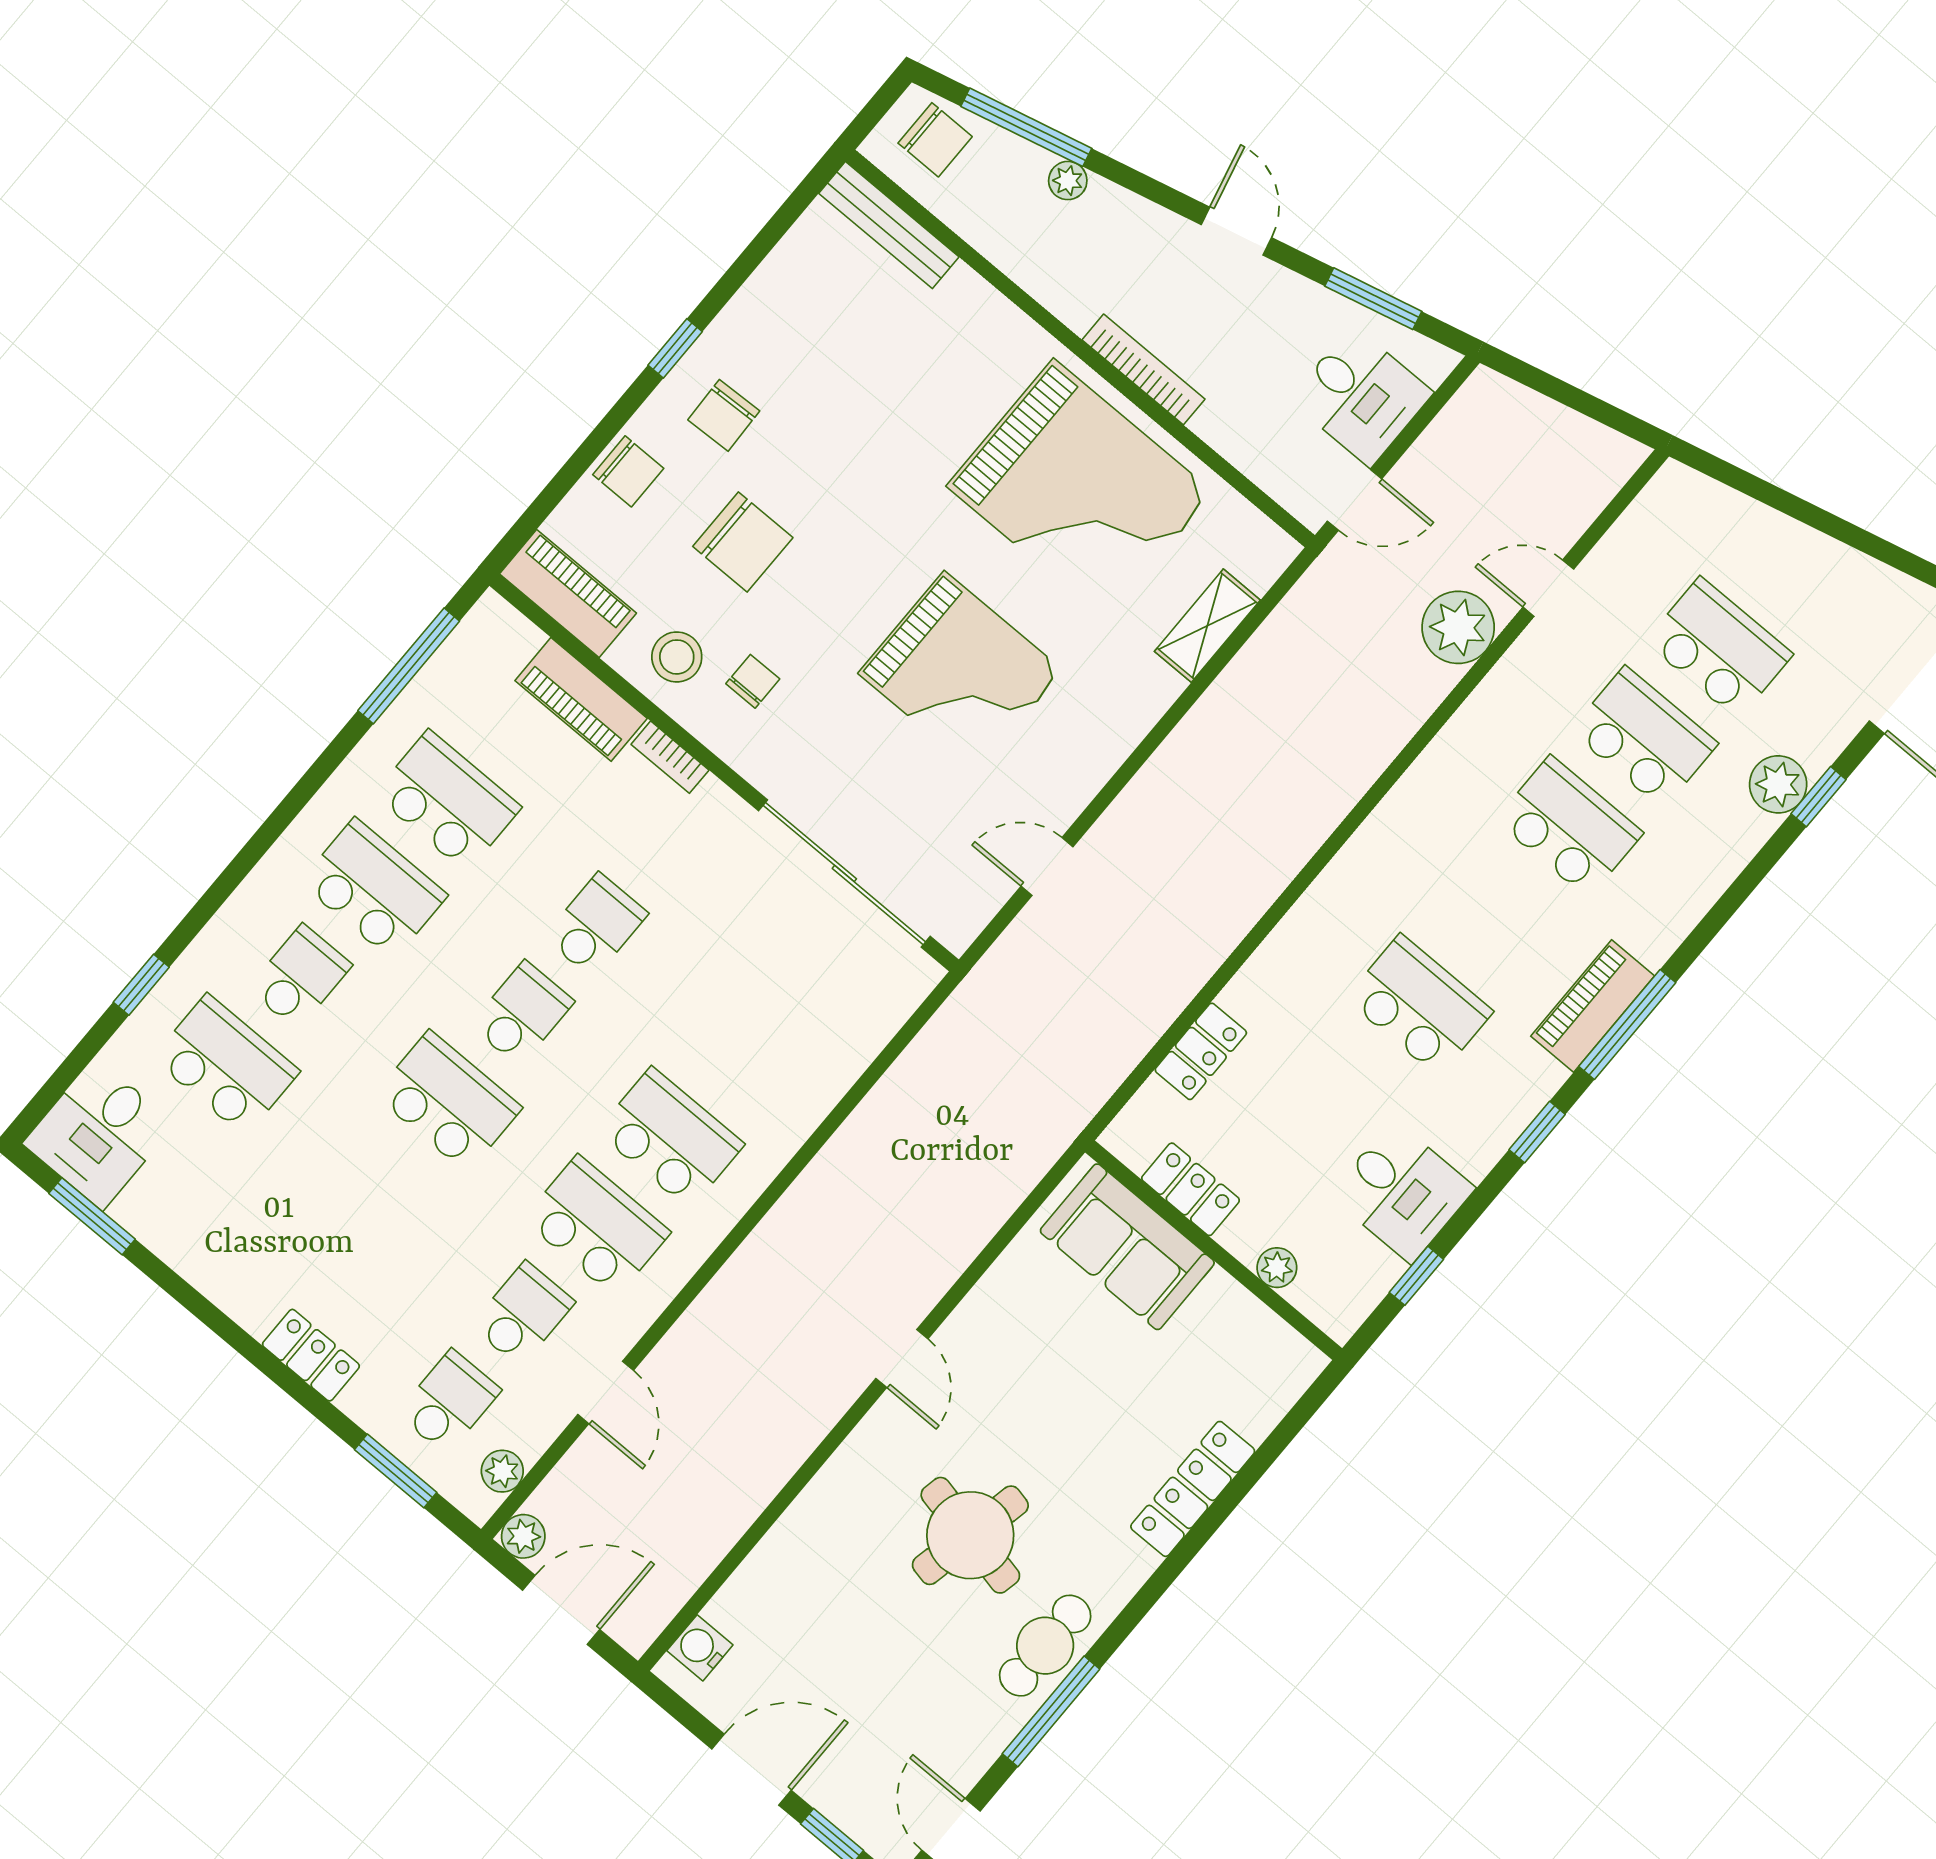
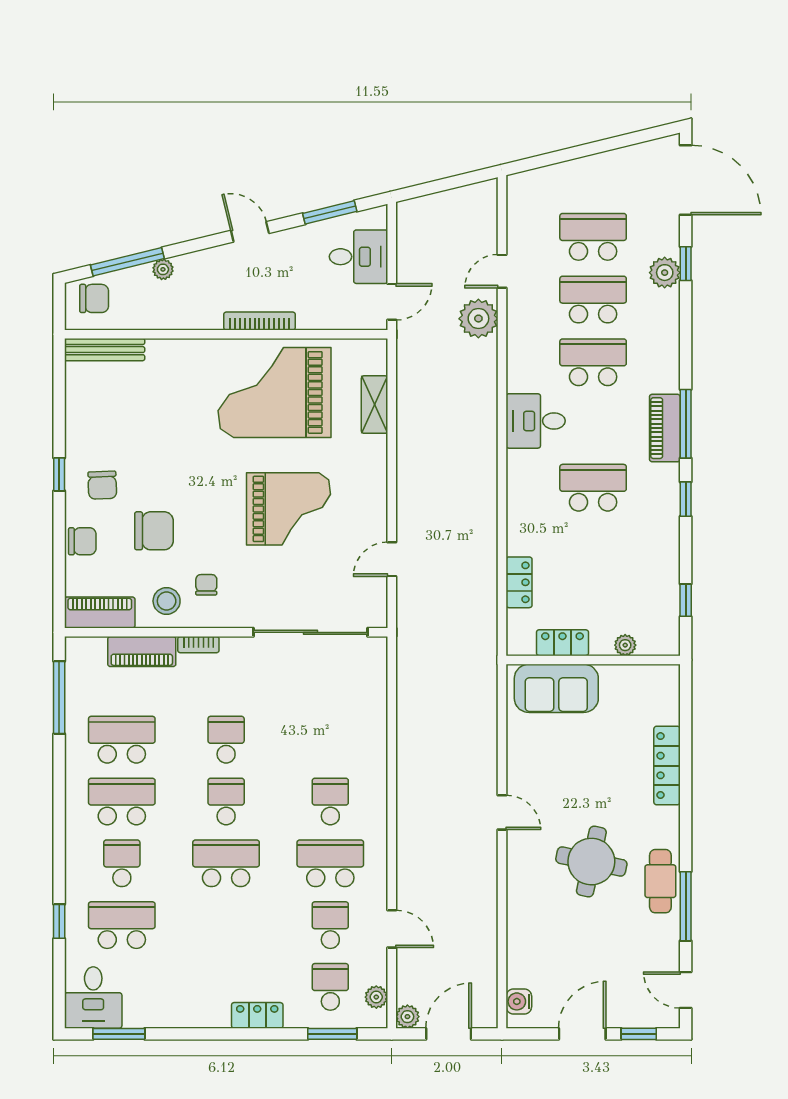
grand piano: (1080, 489) -> (275, 392), turned 180
school desk: (670, 1138) -> (330, 801), width x0.54
desk: (1402, 1192) -> (536, 421), moved, turned 180

